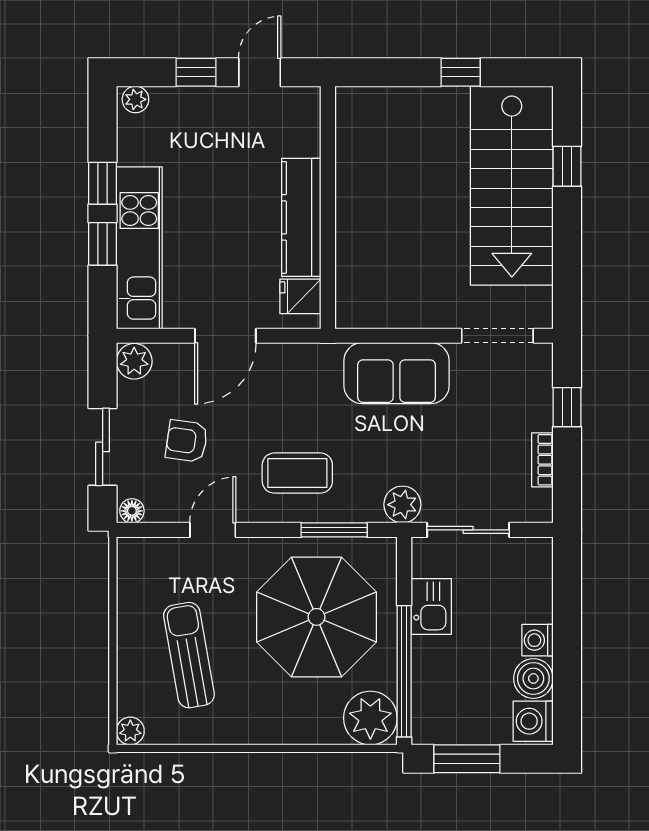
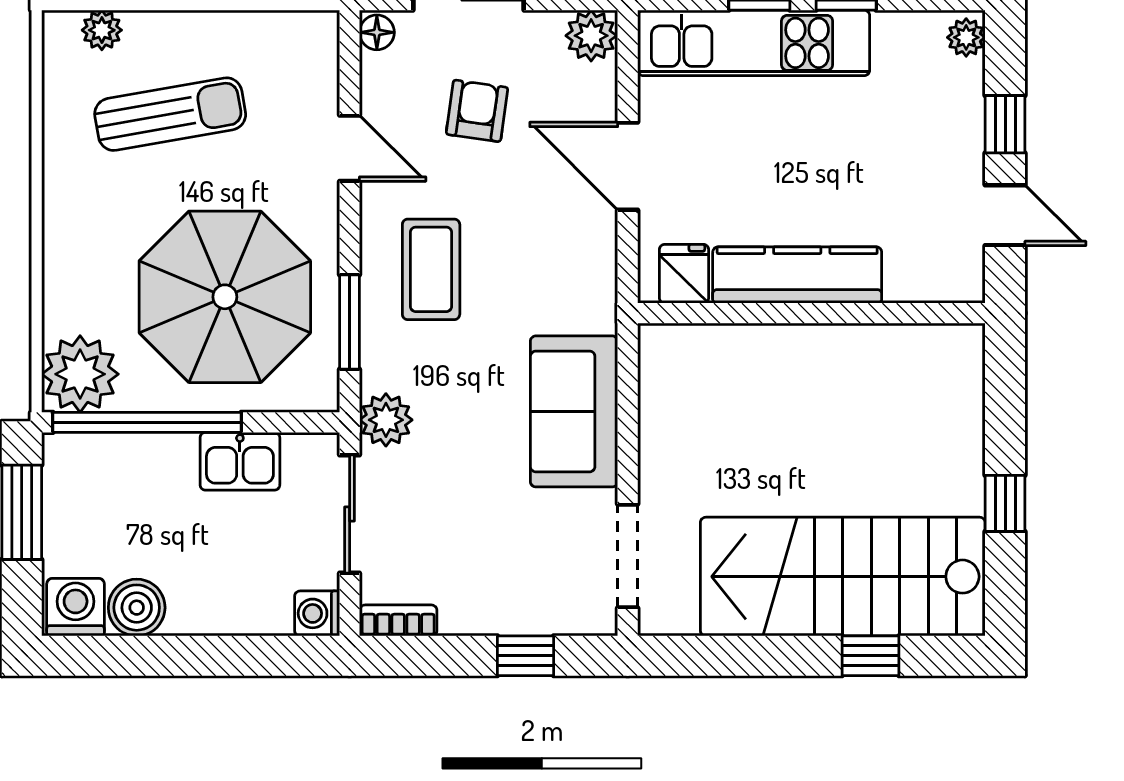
bookcase: (542, 460) -> (398, 620), moved
washing machine: (538, 640) -> (317, 613), moved, turned -90
plant: (130, 731) -> (102, 30), moved

